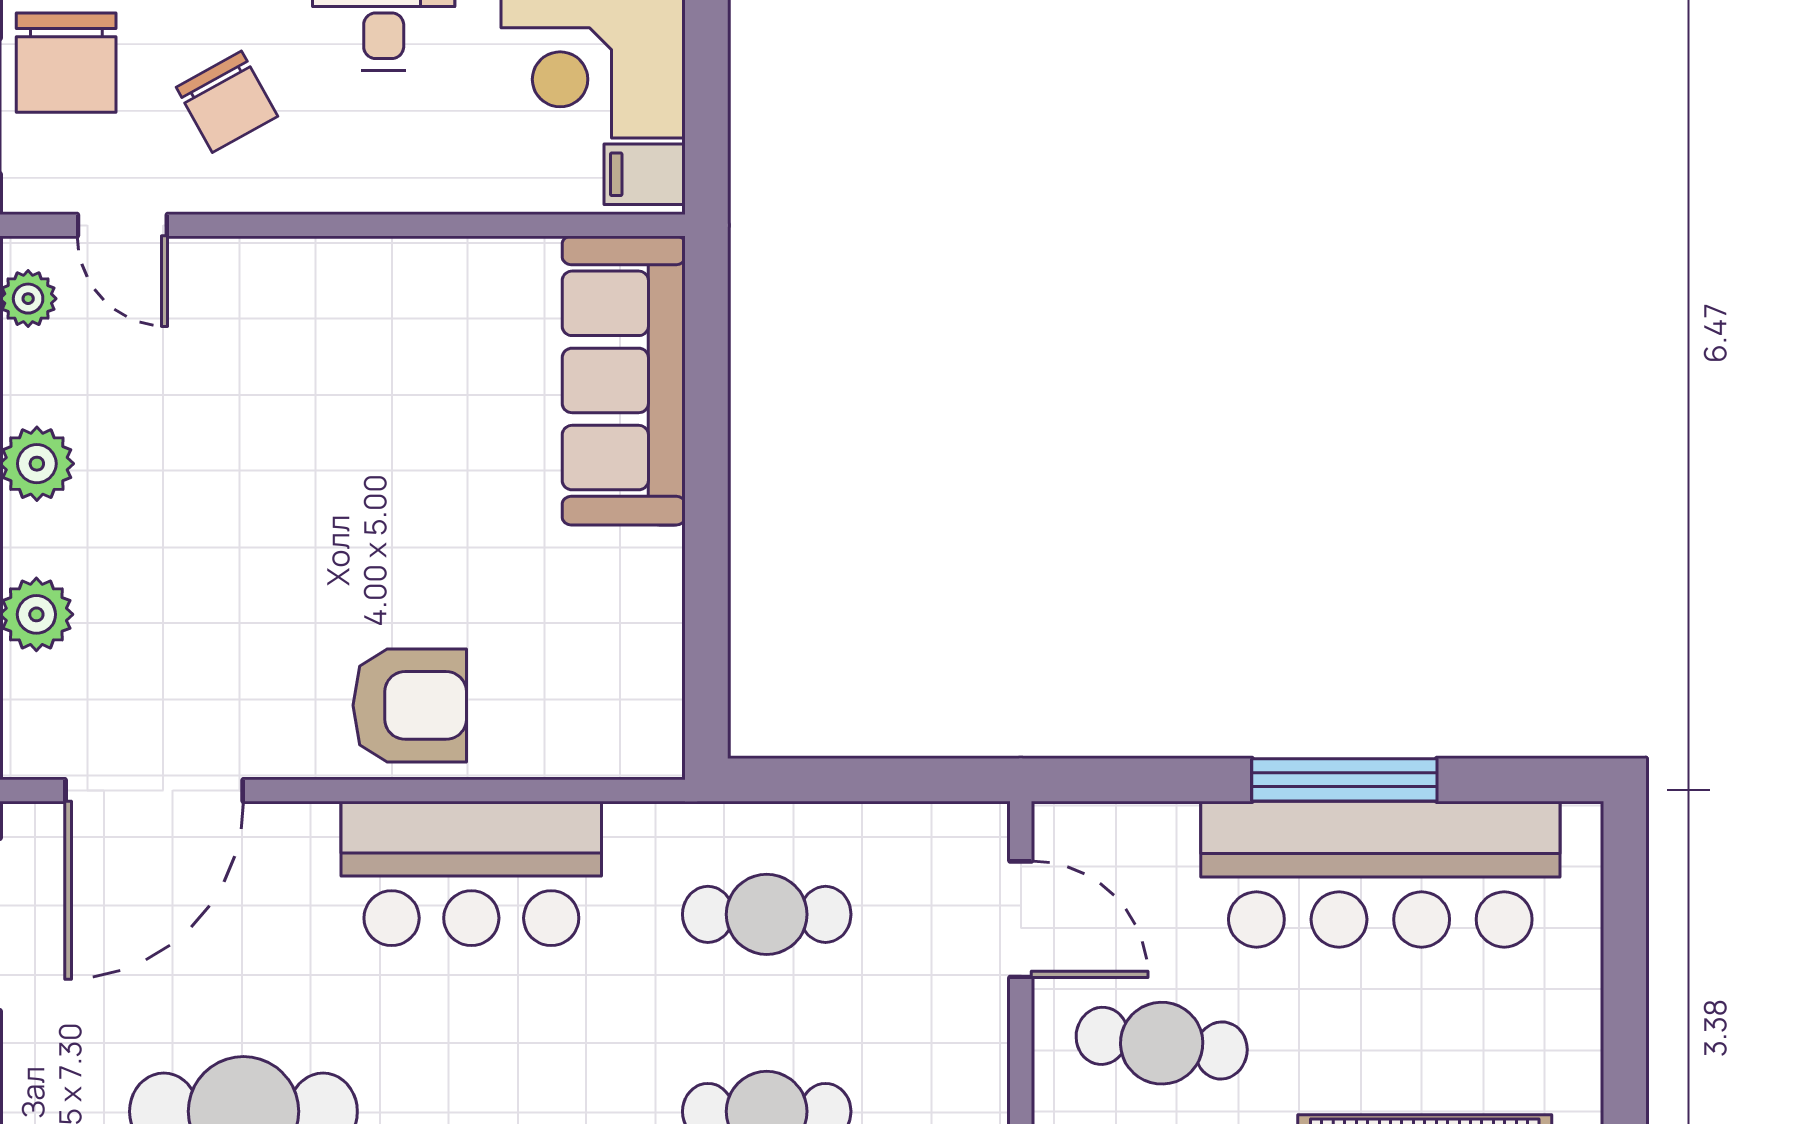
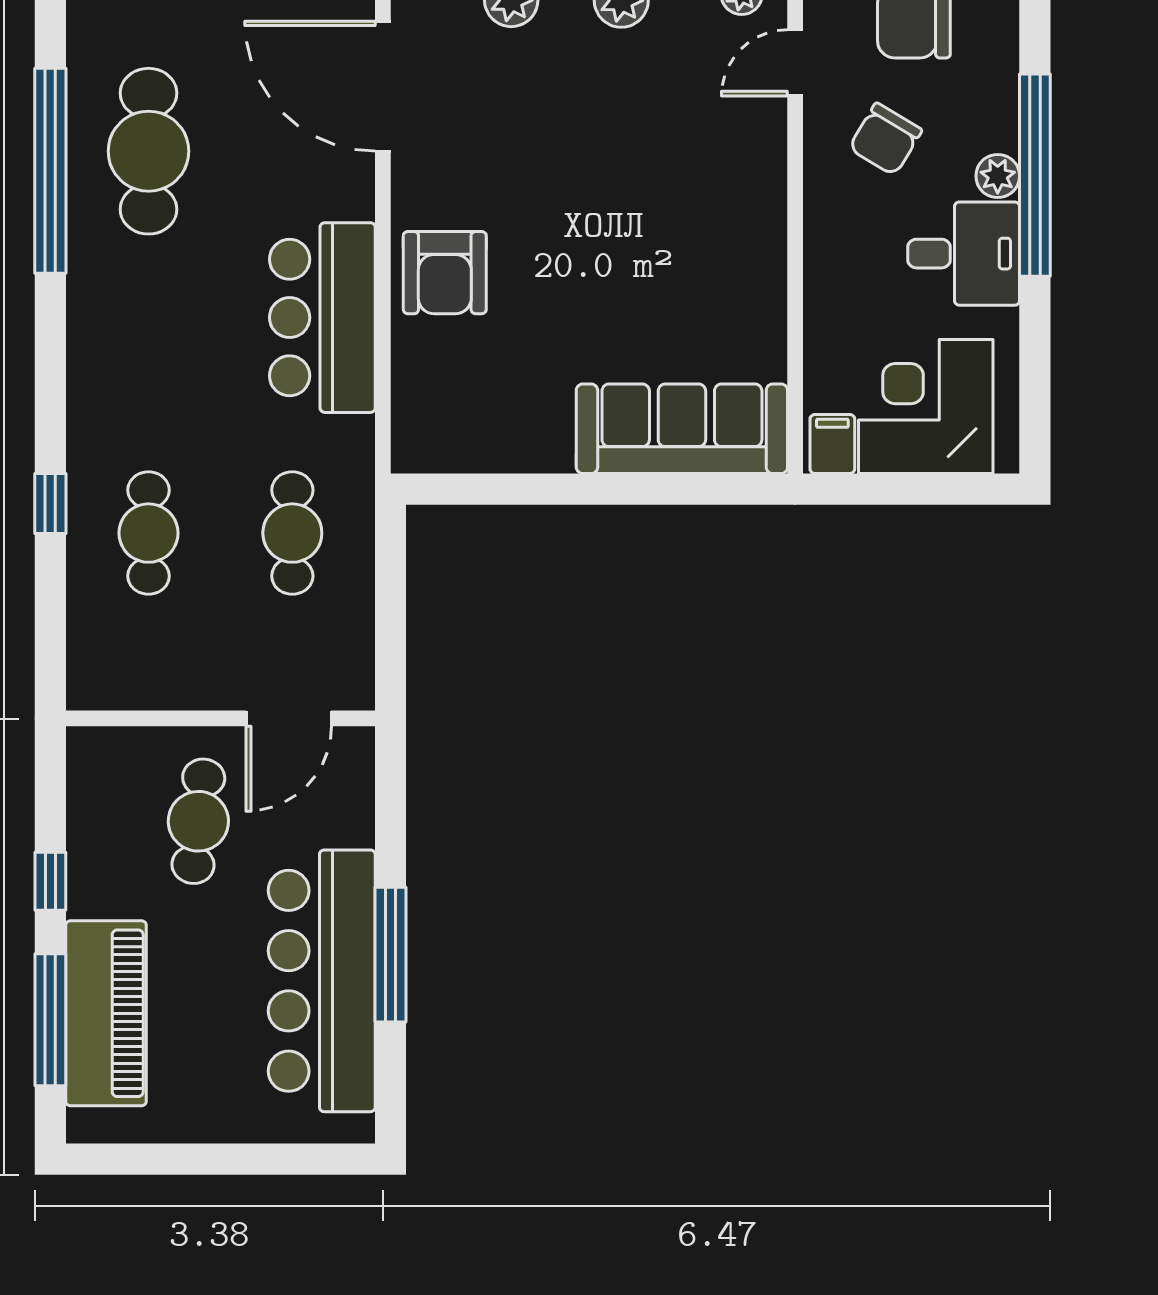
chair: (227, 102) -> (885, 139), turned -30

